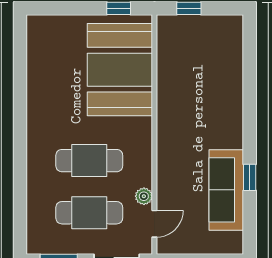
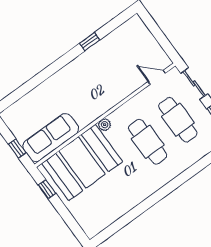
sofa: (226, 190) -> (51, 138), moved, turned 180
plant: (144, 196) -> (105, 125), moved

